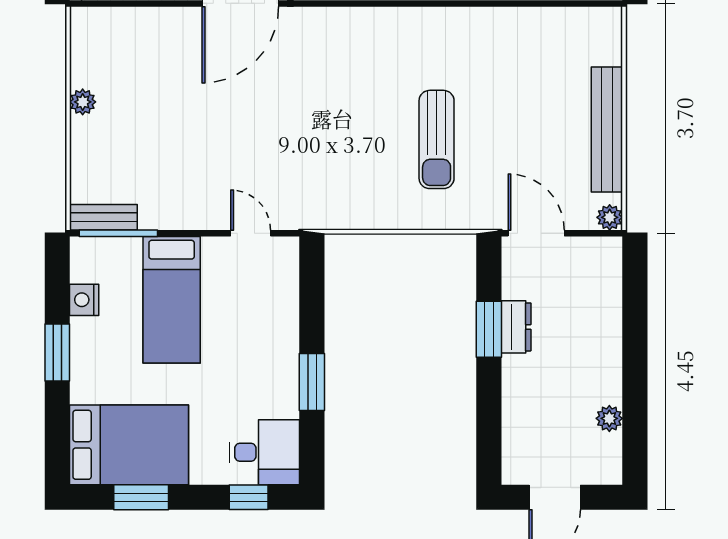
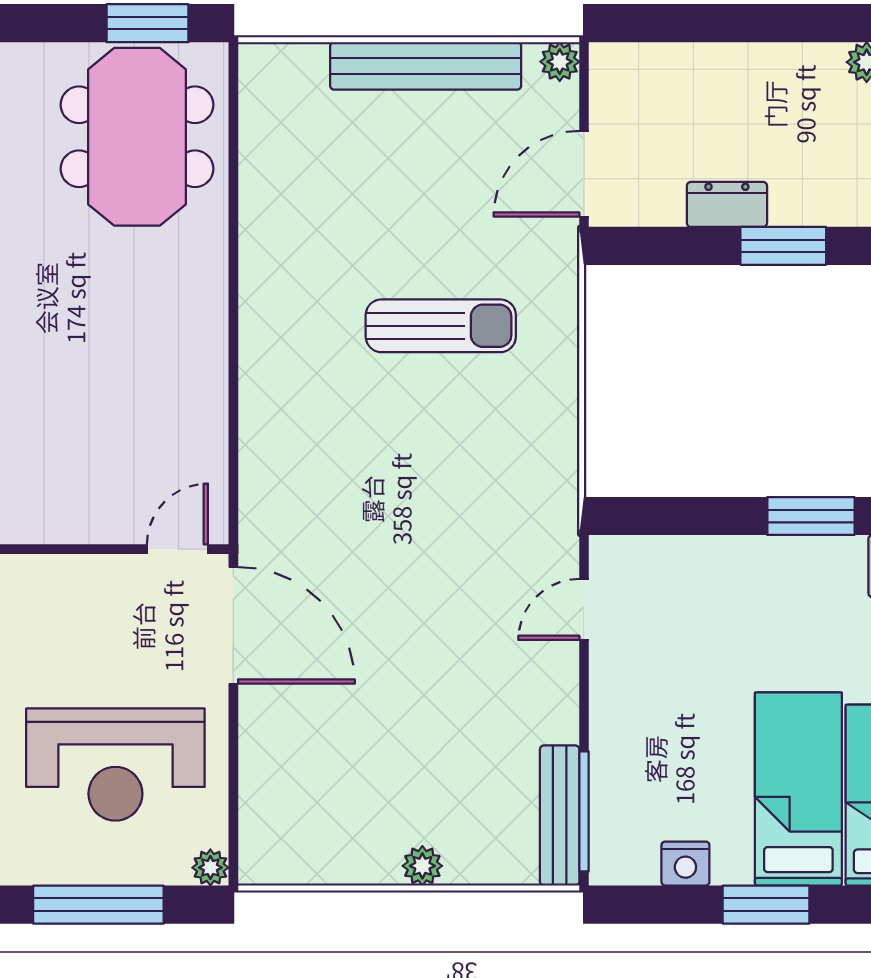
plant: (83, 102) -> (422, 866), moved
bench: (103, 217) -> (560, 816), width x1.36
bed: (172, 300) -> (798, 789), moved, turned -90
window: (489, 329) -> (783, 246), moved

